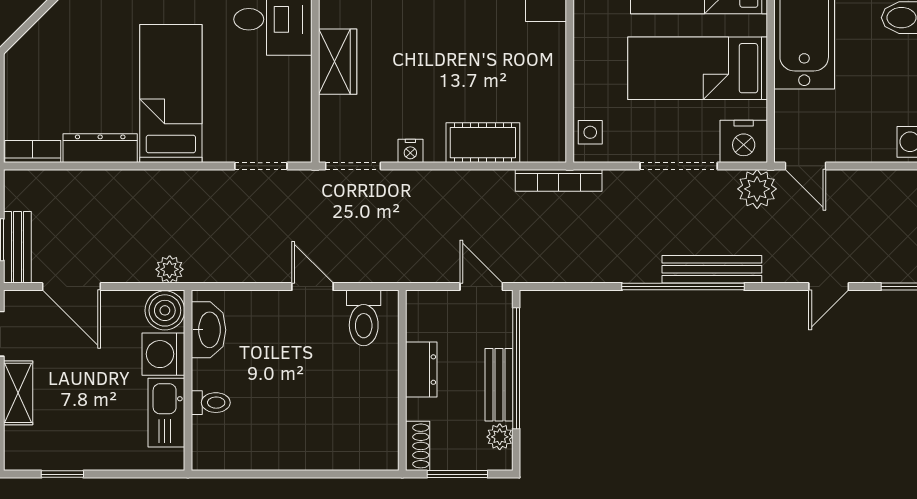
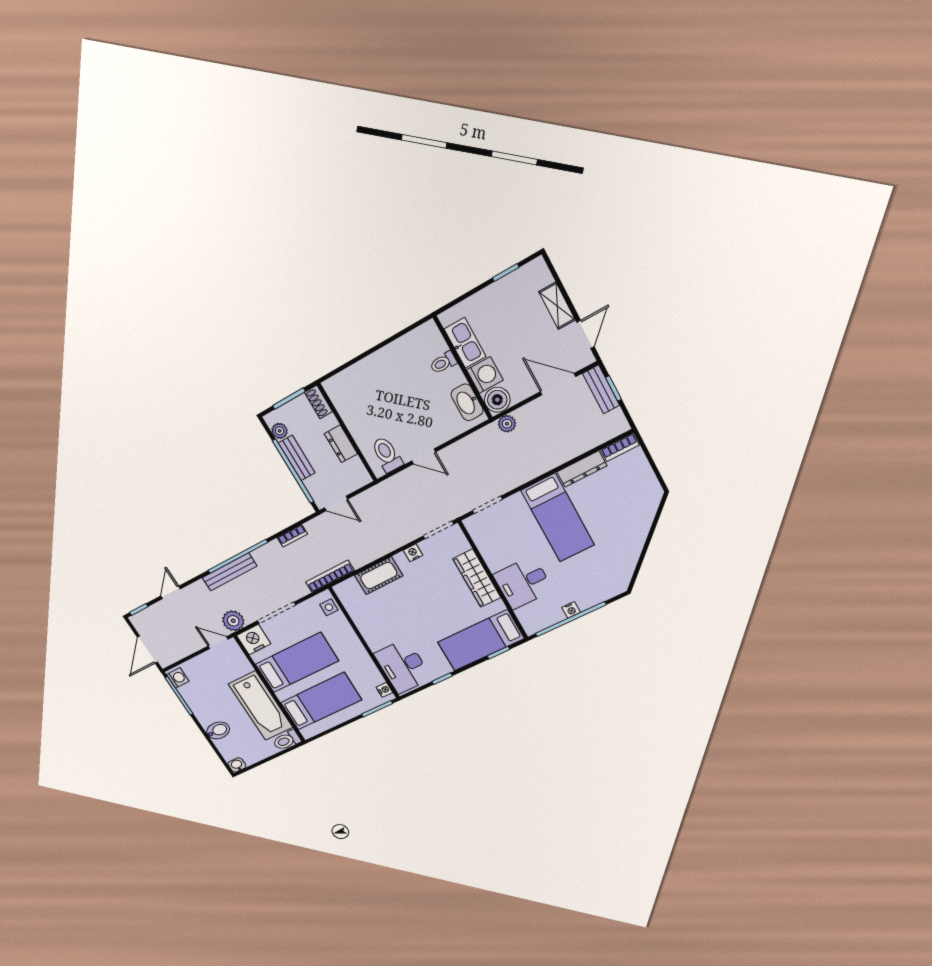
wardrobe: (338, 62) -> (477, 578), width x1.50
bookcase: (578, 273) -> (292, 536), added

